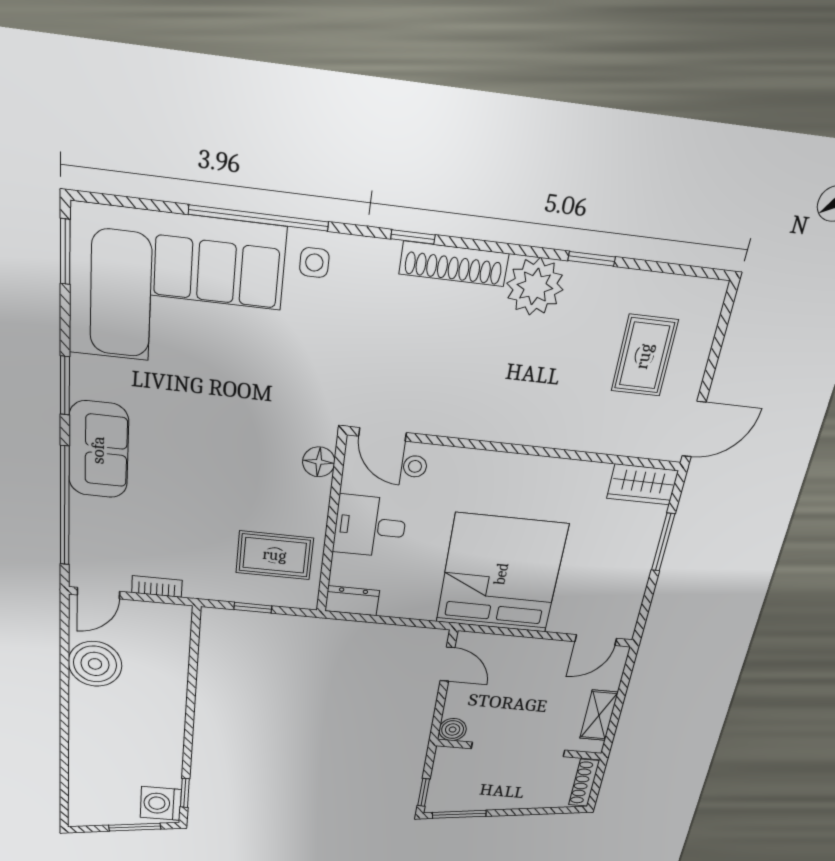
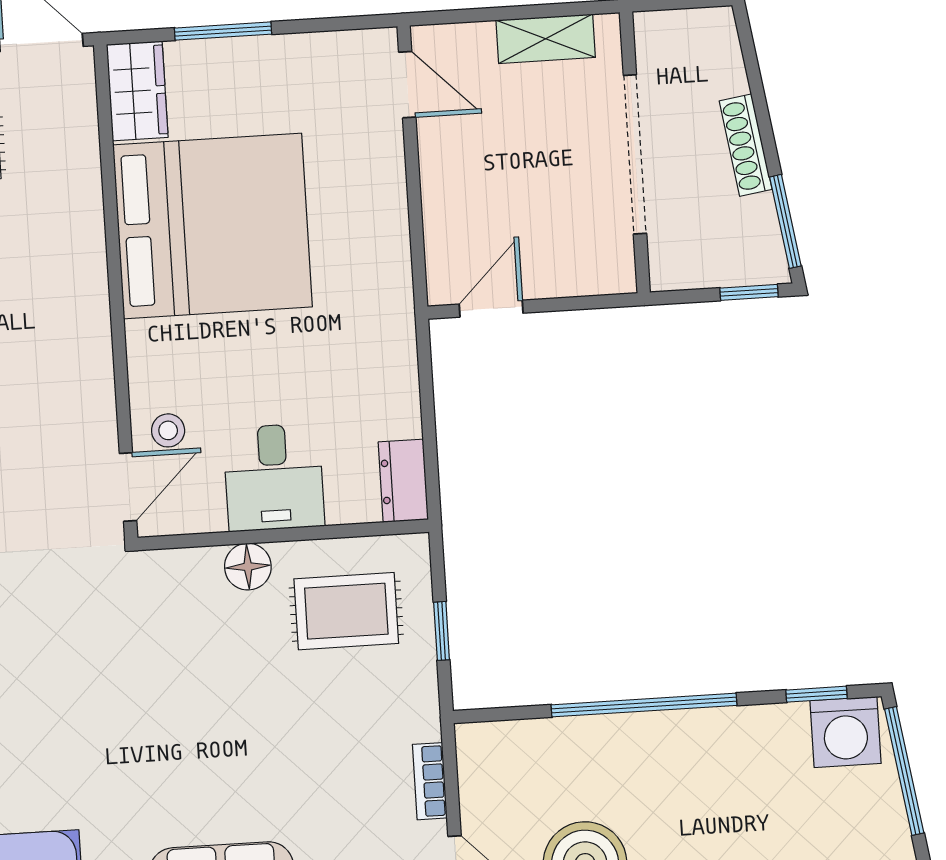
floor lamp: (319, 462) -> (248, 567), moved
rug: (275, 555) -> (346, 611), turned 90
bed: (501, 574) -> (213, 226), moved, turned 180
window: (190, 708) -> (644, 705), added
boiler: (453, 730) -> (614, 272), removed
shoe rack: (584, 783) -> (746, 145), moved, turned 81
window: (135, 827) -> (904, 771), width x1.44

